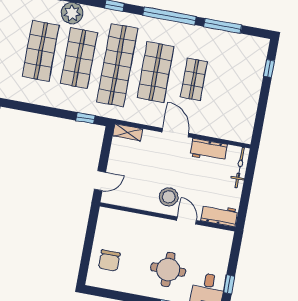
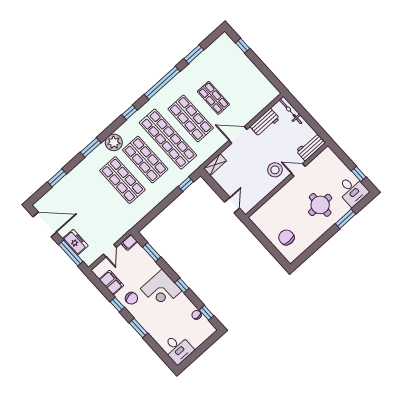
window: (223, 26) -> (194, 54), width x0.69
chair: (109, 260) -> (286, 237), turned 180

